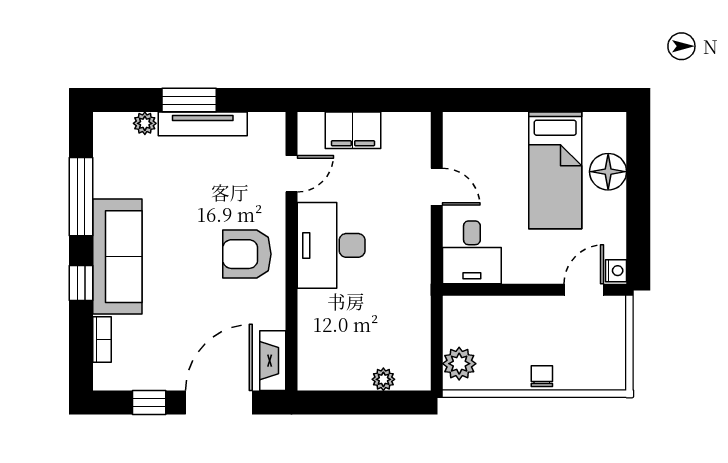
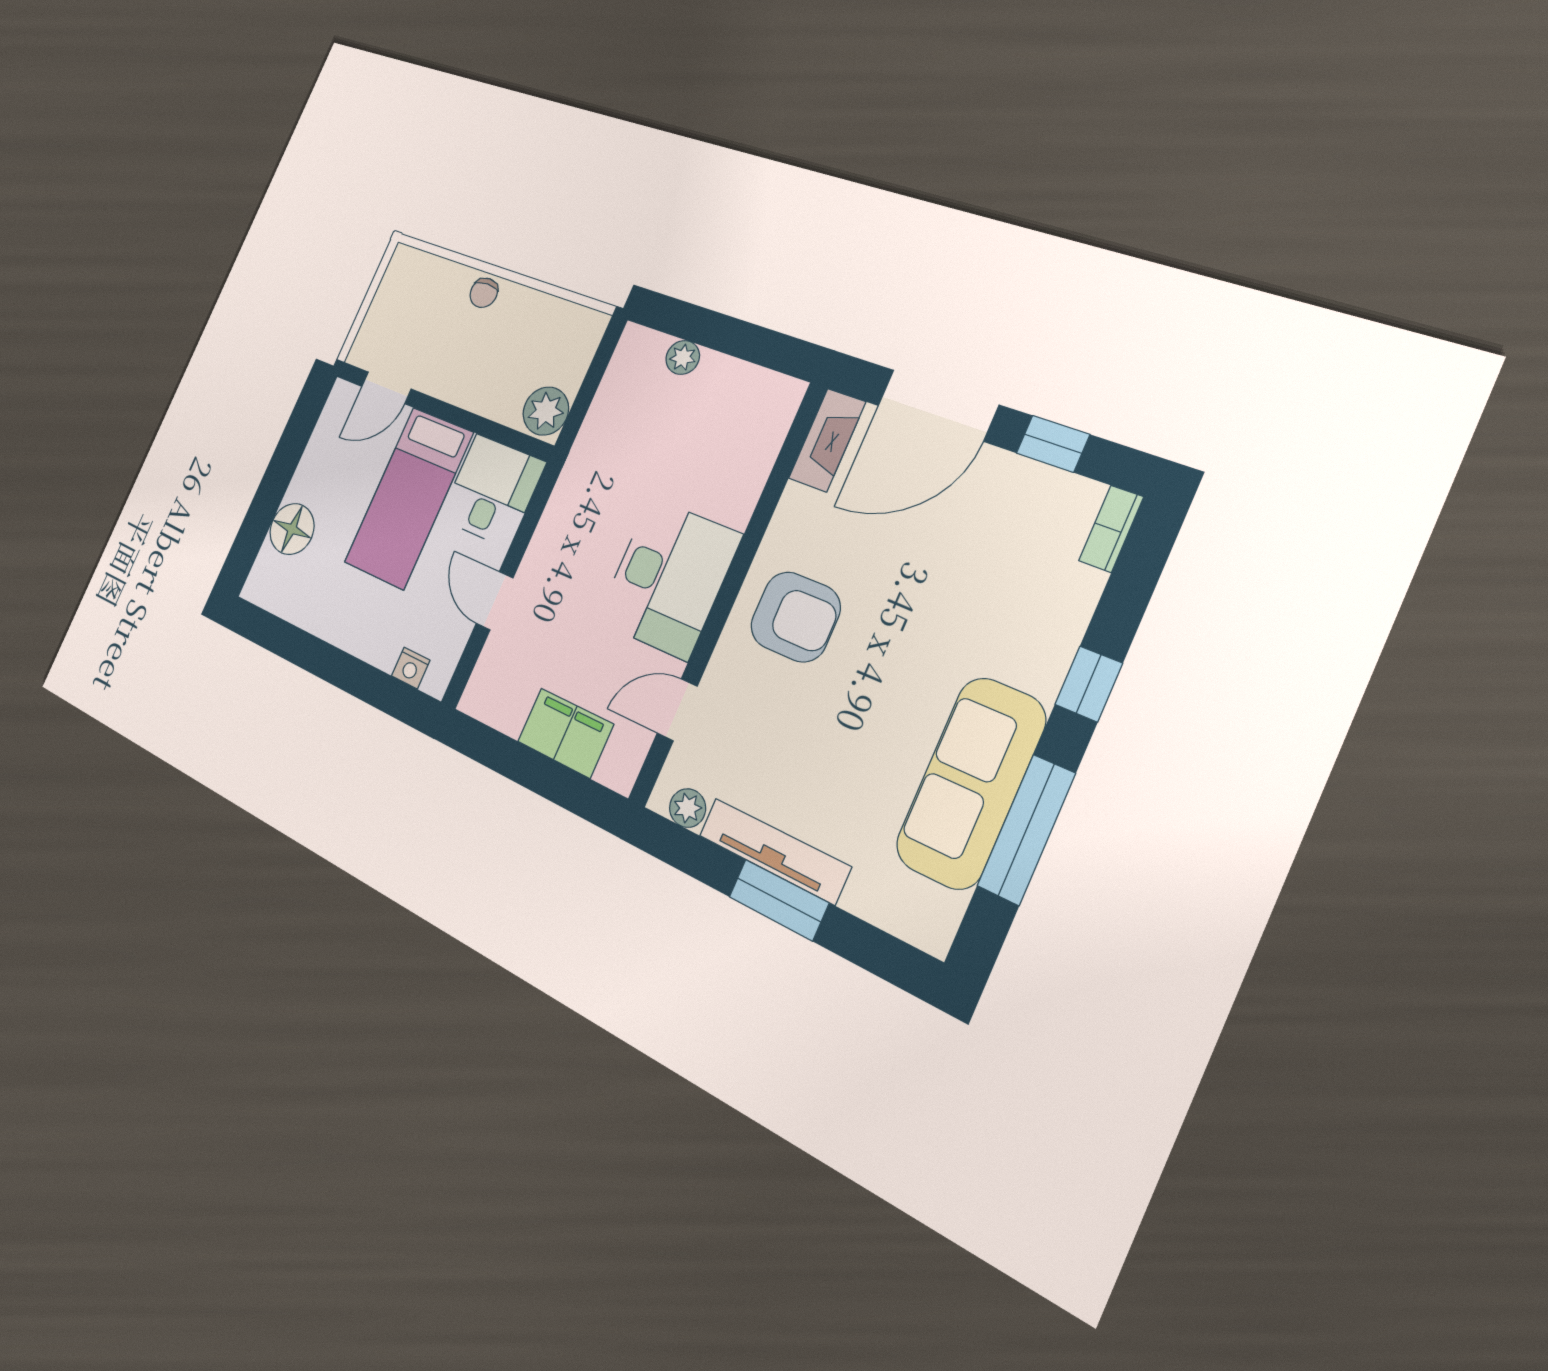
plant: (145, 123) -> (688, 808), moved
bed: (555, 170) -> (409, 498), moved, turned 180
sofa: (117, 257) -> (971, 783), moved
nightstand: (616, 271) -> (411, 668), moved, turned -90
bookcase: (102, 340) -> (1111, 529), moved
plant: (459, 364) -> (546, 411), moved

